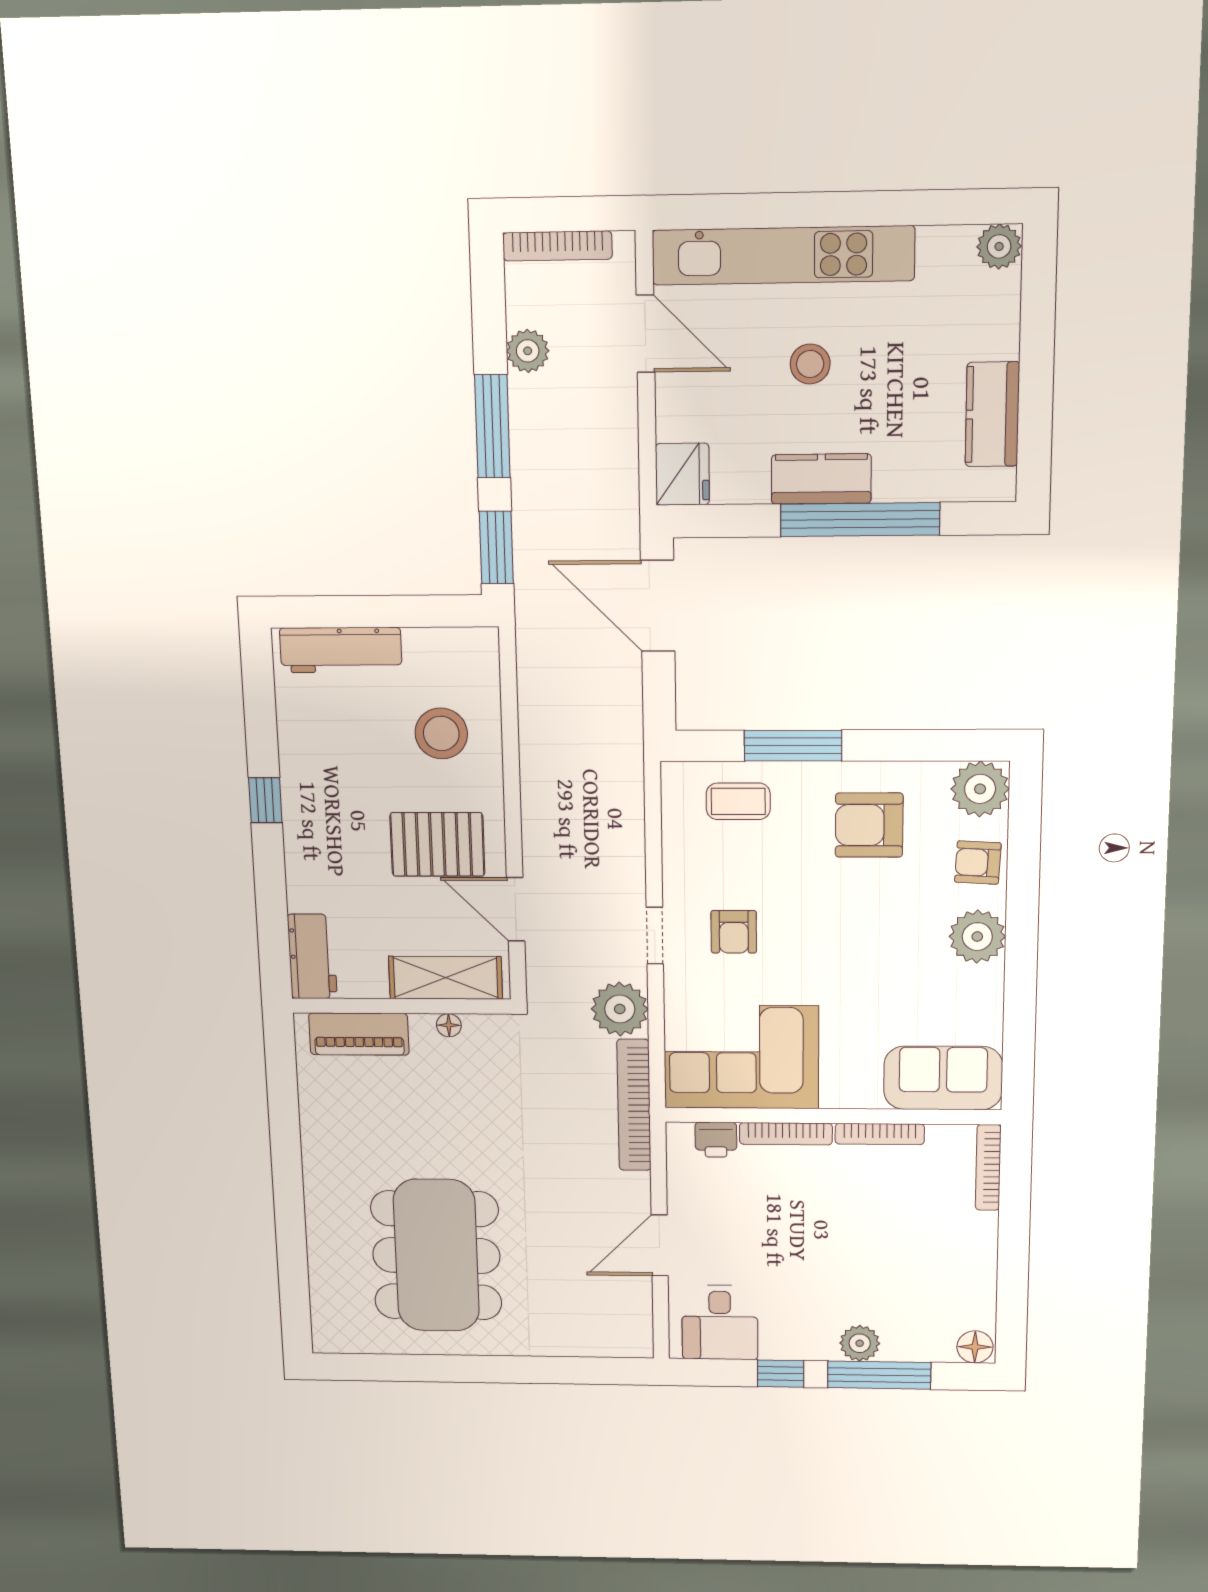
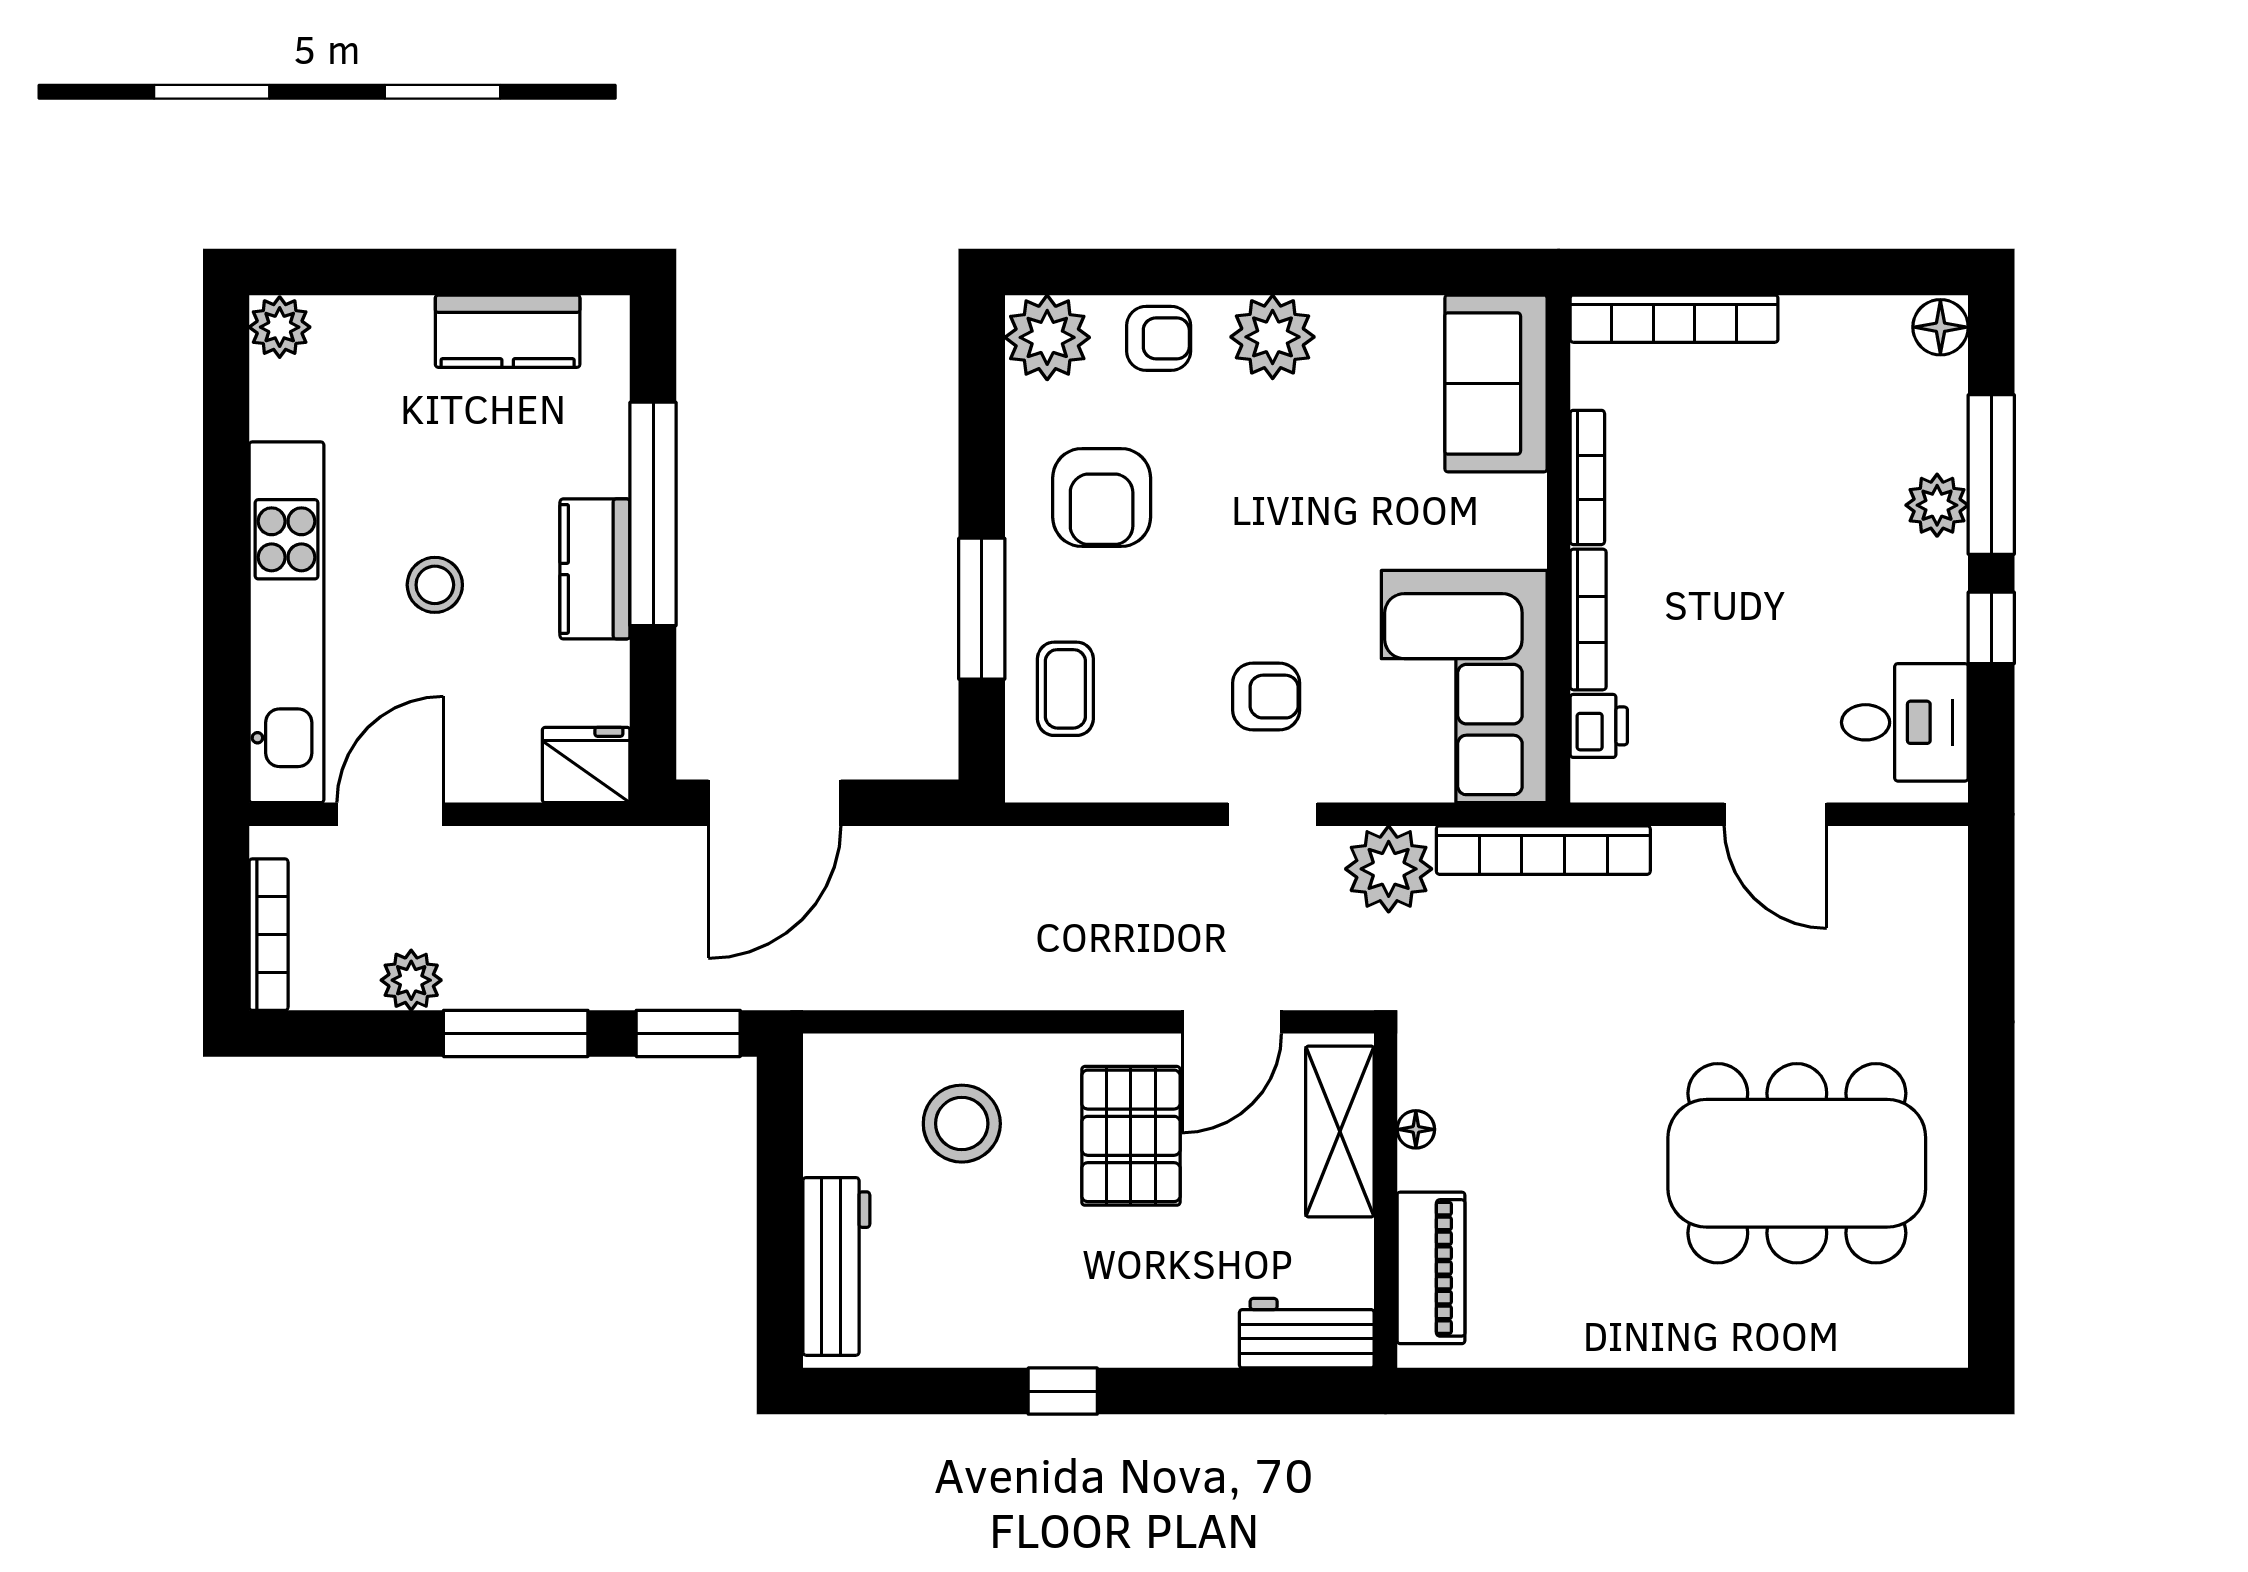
armchair: (978, 863) -> (1159, 338), turned -93
bookcase: (988, 1167) -> (1674, 319), width x1.48, depth x1.31

